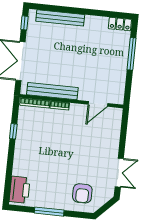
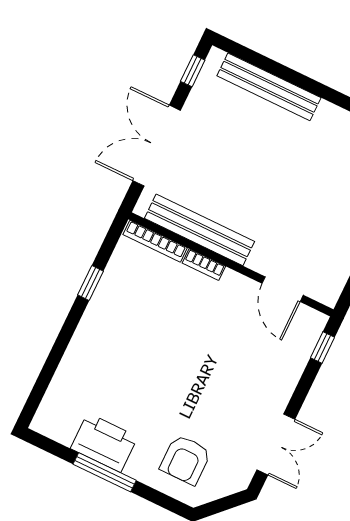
door: (98, 104) -> (283, 289), hinge flipped
window: (124, 123) -> (322, 347), added
printer: (20, 190) -> (104, 443), moved, turned -90

